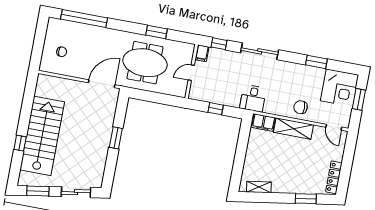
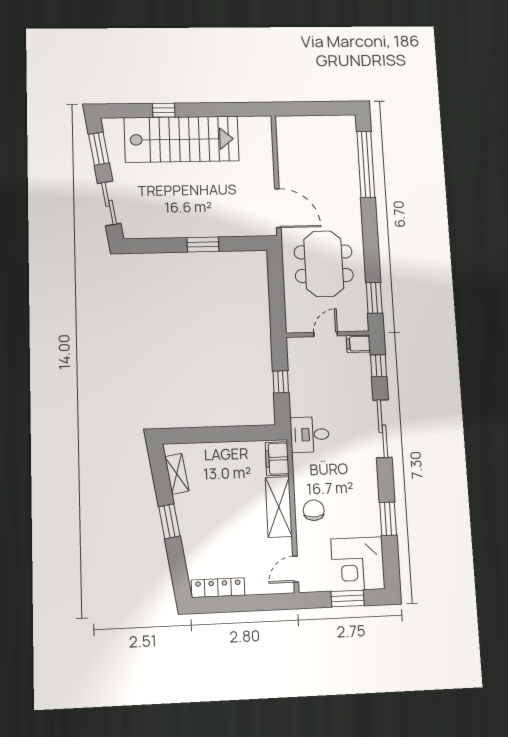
window: (156, 32) -> (374, 298), moved
chair: (62, 52) -> (310, 143), removed
door: (191, 73) -> (326, 334), hinge flipped
window: (306, 199) -> (169, 521), moved

